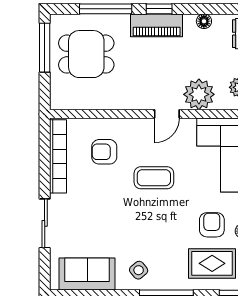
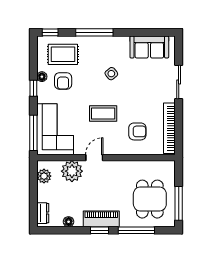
dining table: (86, 54) -> (150, 199), turned 90
side table: (139, 270) -> (111, 74), moved

